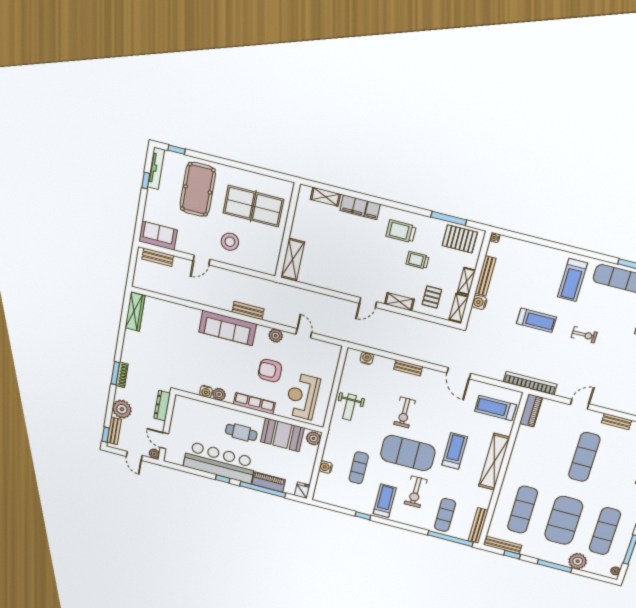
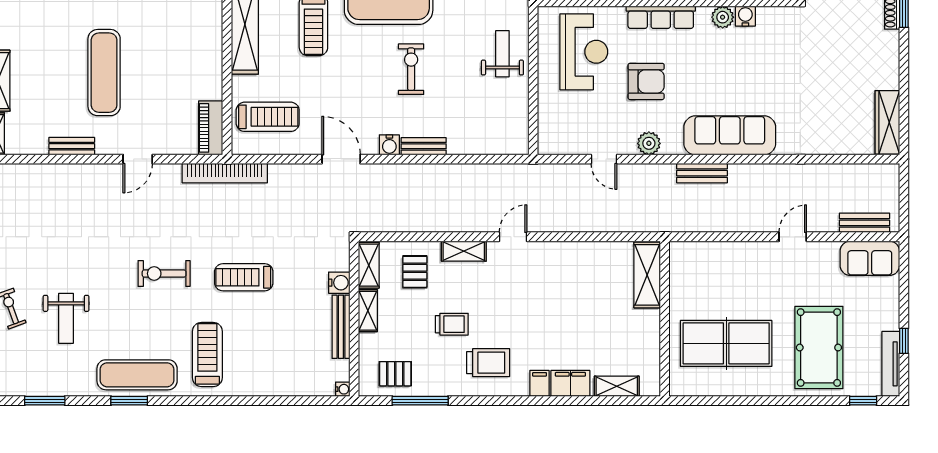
pallet: (460, 239) -> (395, 374), width x0.67, depth x0.71
stool: (230, 242) -> (753, 278), removed
exercise bike: (584, 335) -> (164, 274), width x1.38, depth x1.39
water cooler: (367, 358) -> (389, 145), moved

